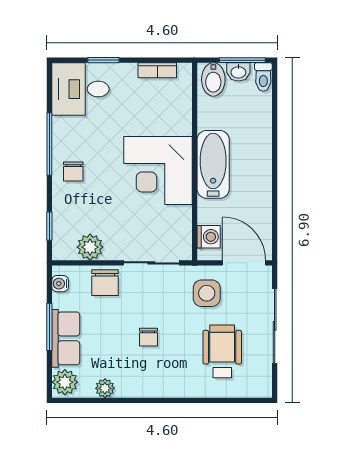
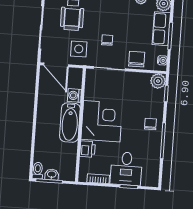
bidet: (213, 79) -> (66, 171), removed
desk: (80, 89) -> (126, 169), moved, turned 90
printer: (179, 120) -> (87, 149), added
washing machine: (209, 237) -> (74, 95), moved
plant: (90, 247) -> (158, 81), moved
chair: (149, 337) -> (107, 40), moved

